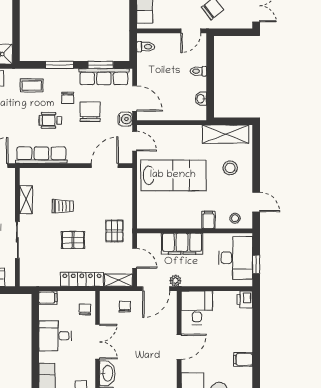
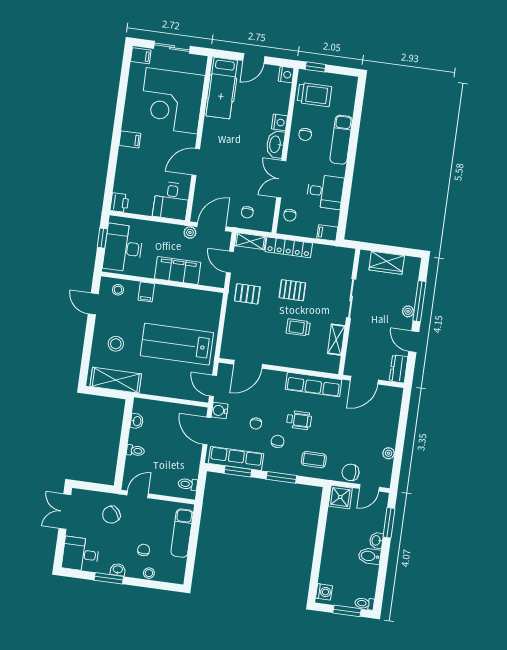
chair: (90, 112) -> (256, 424), width x0.54, depth x0.54
pallet: (114, 231) -> (247, 294), turned 90

